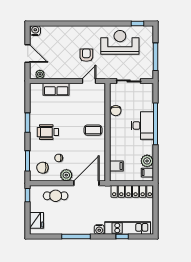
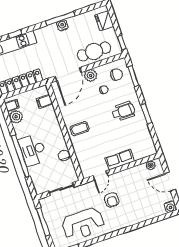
row of seats: (56, 89) -> (120, 160), moved
cafe table: (56, 196) -> (94, 51), width x1.37, depth x1.35
water cooler: (99, 229) -> (62, 25), moved

